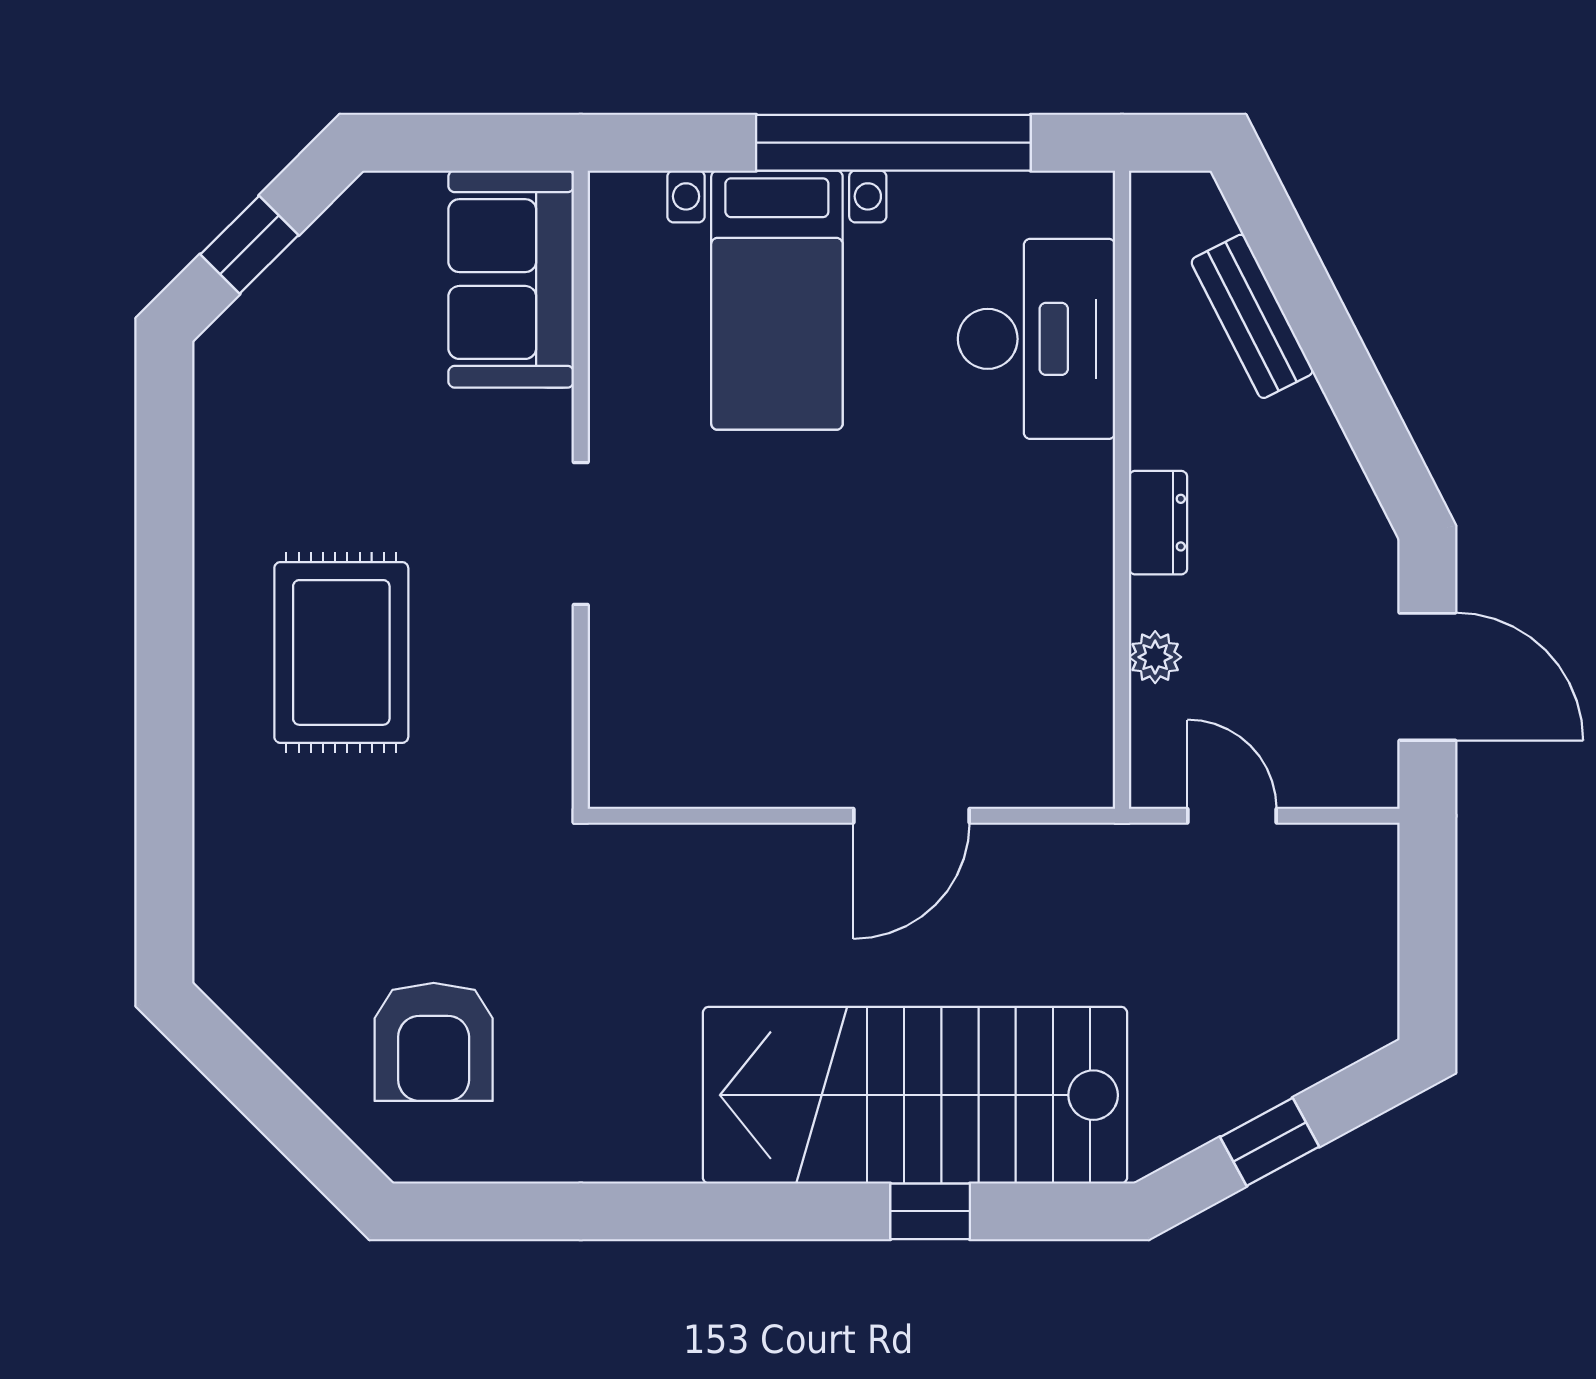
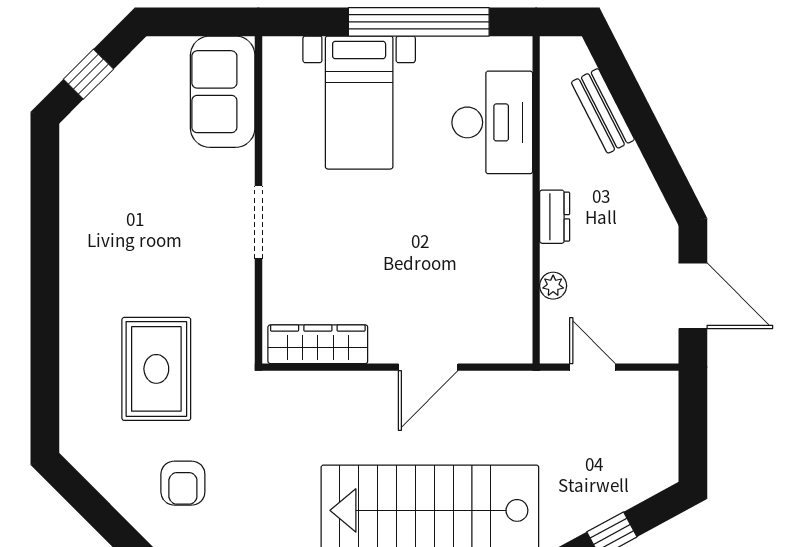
rug: (341, 652) -> (156, 369), moved
wardrobe: (697, 771) -> (318, 344), added
armchair: (434, 1042) -> (183, 483), width x0.72, depth x0.72

